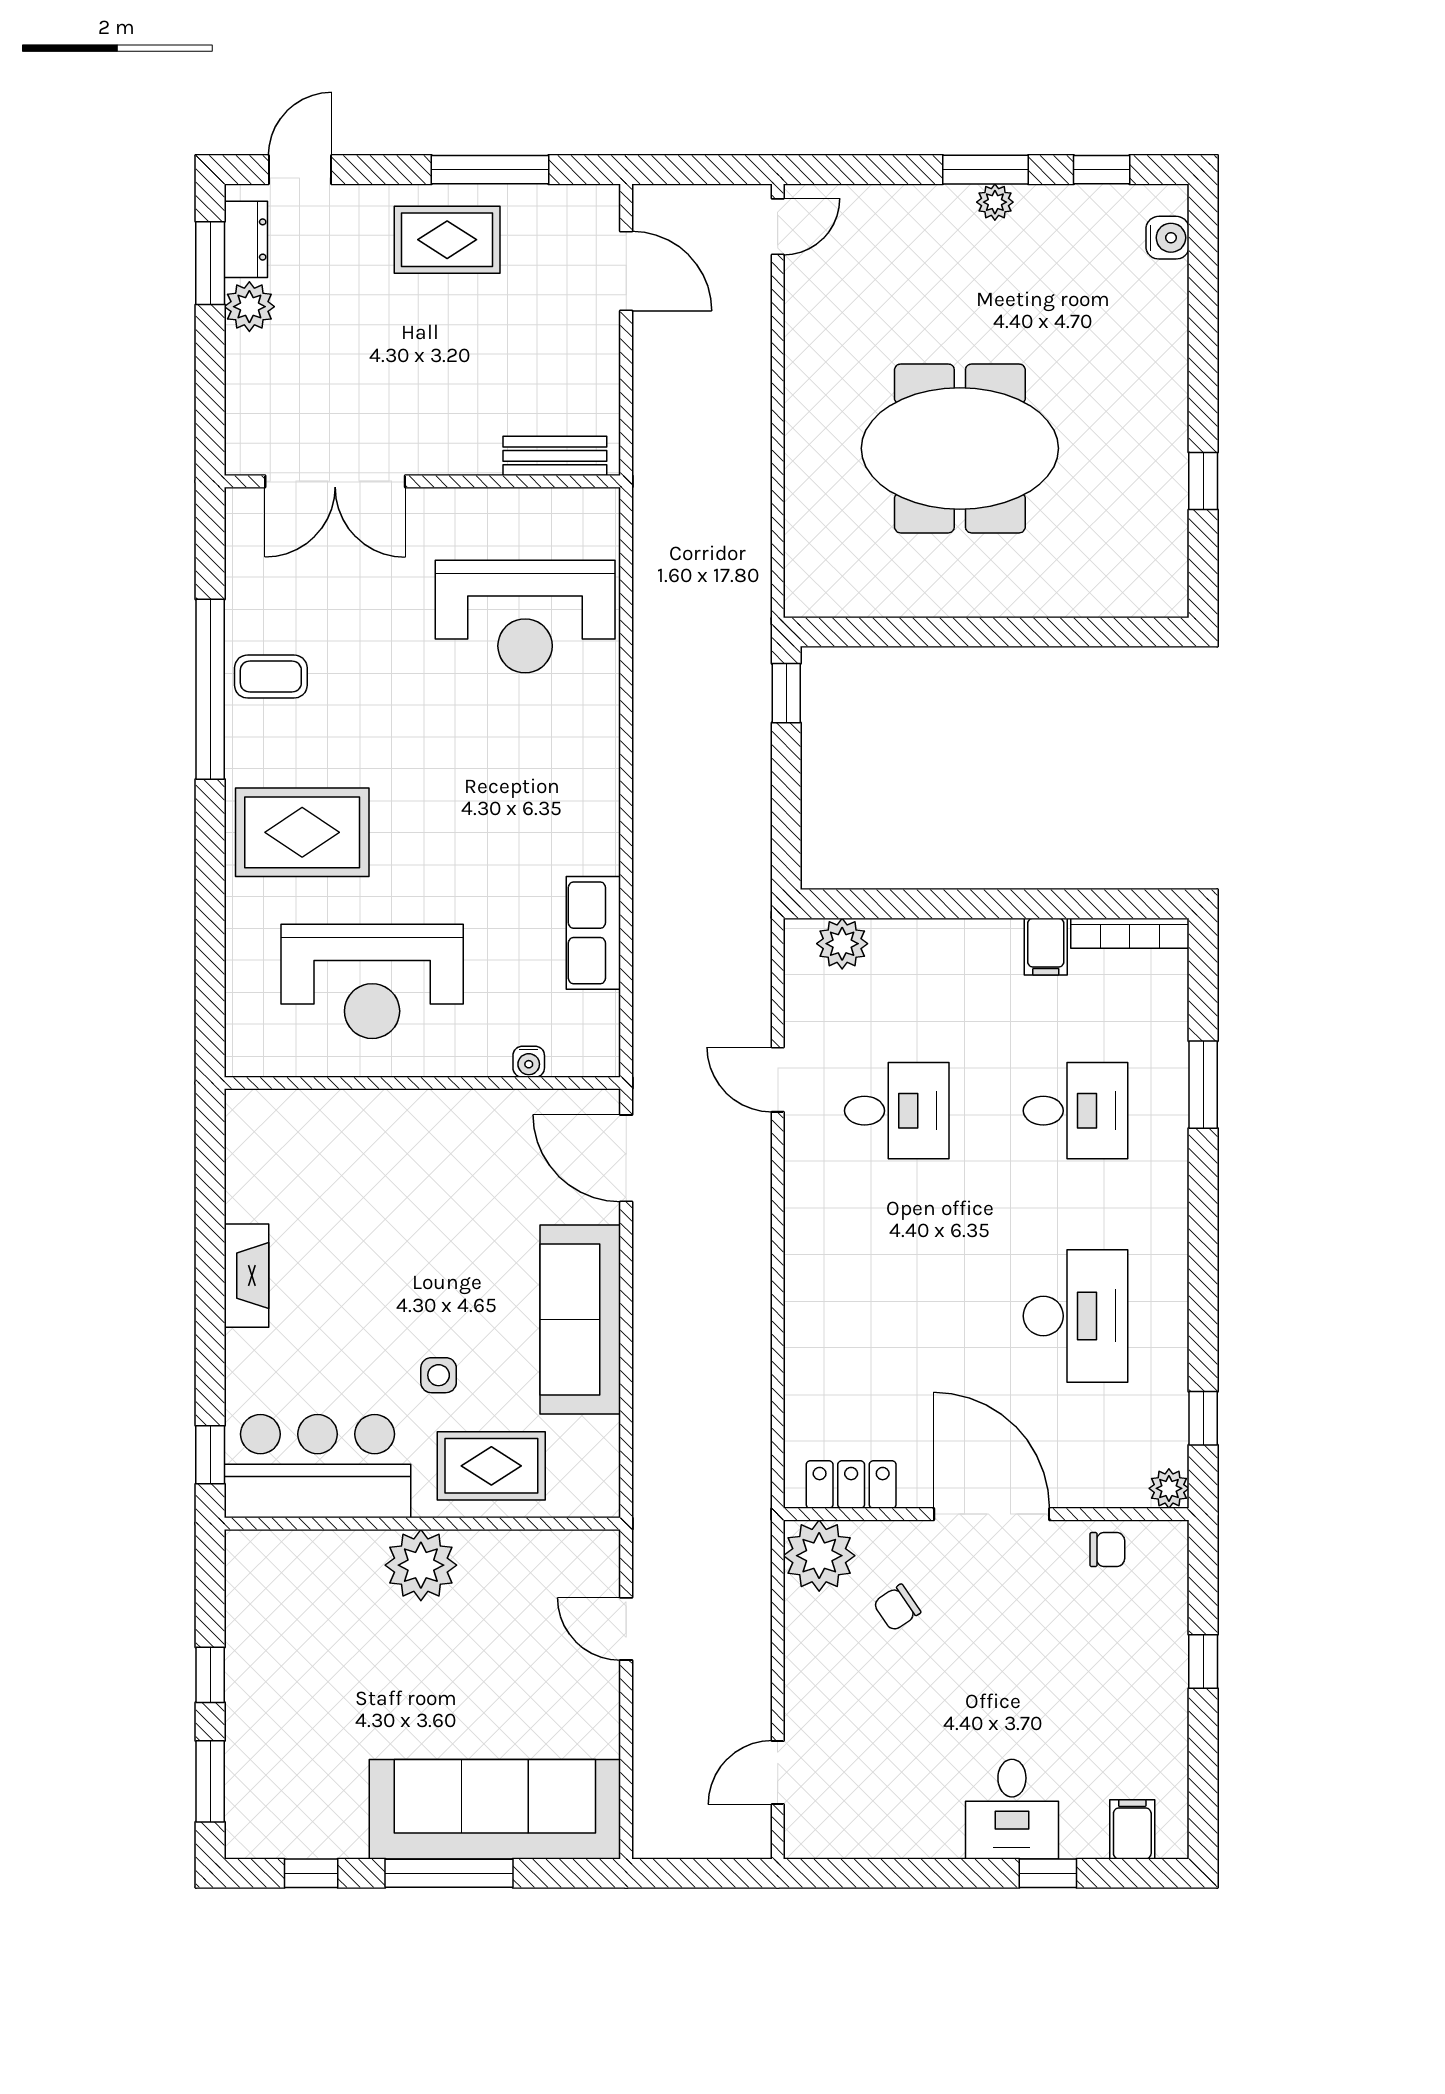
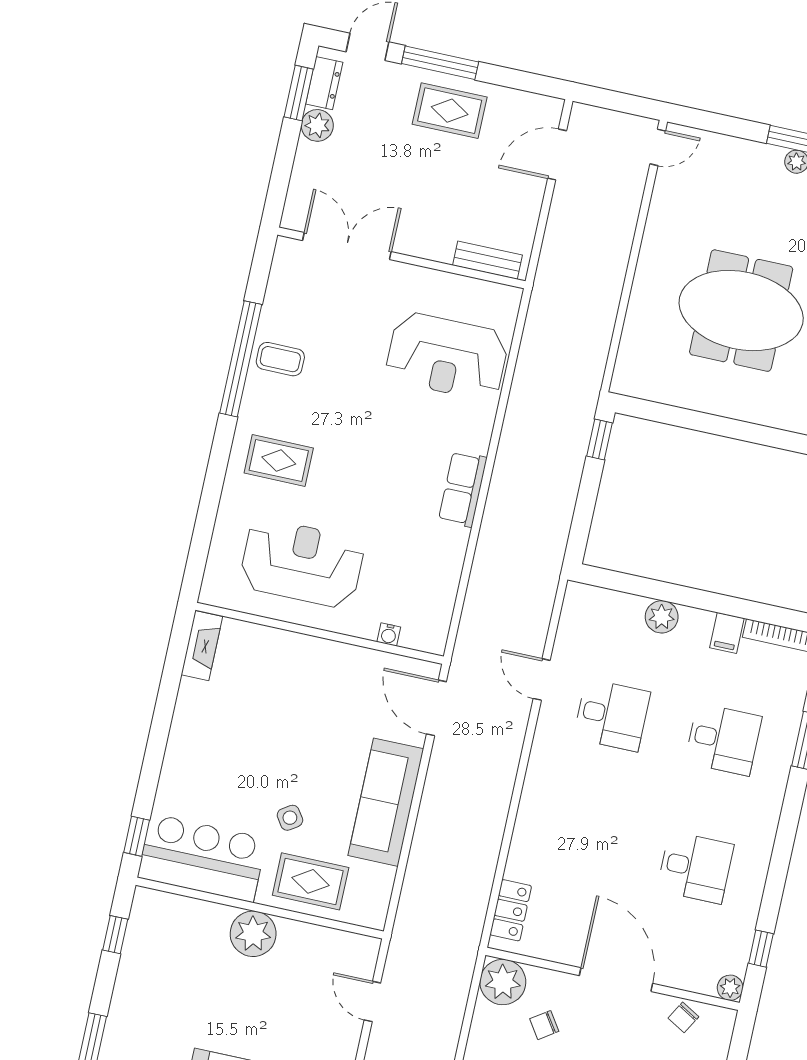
window: (490, 170) -> (440, 63), moved
door: (626, 271) -> (557, 155), swing flipped
double door: (335, 481) -> (347, 246), swing flipped
rug: (302, 832) -> (279, 461), width x0.73, depth x0.70
row of seats: (593, 933) -> (463, 489), moved
plant: (842, 944) -> (662, 617), moved
reception desk: (372, 981) -> (302, 563), turned 180
fireplace: (246, 1276) -> (202, 646), moved
desk: (1076, 1316) -> (695, 867), width x0.73
side table: (439, 1375) -> (290, 818), turned -34
locker: (851, 1485) -> (511, 910), moved, turned 90
chair: (1107, 1550) -> (683, 1017), turned 120
window: (210, 1675) -> (115, 935), moved

